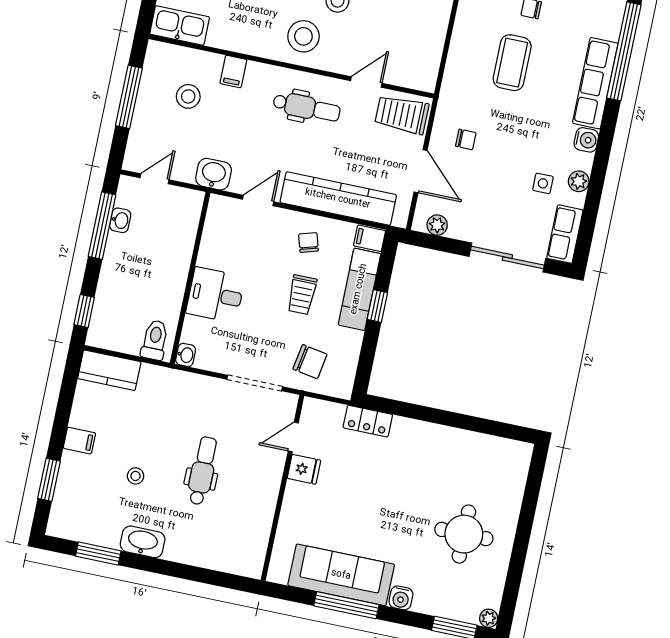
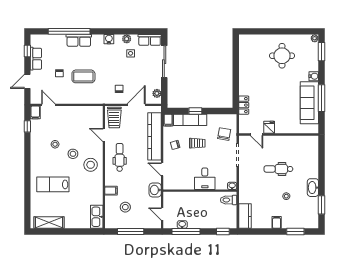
row of seats: (595, 83) -> (79, 40), width x0.68

